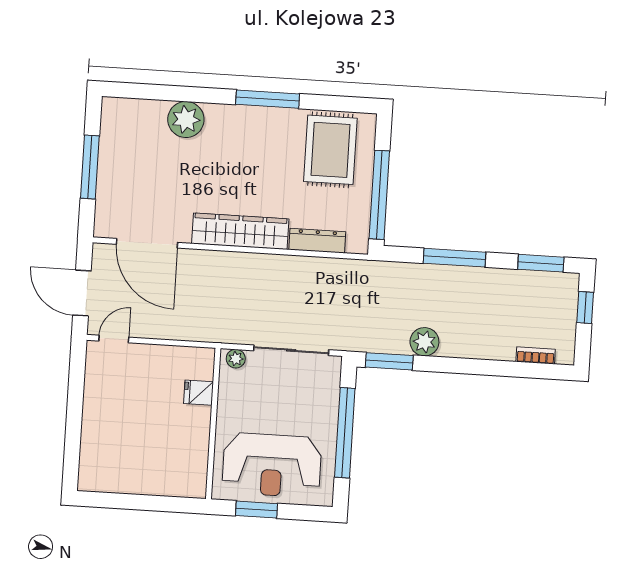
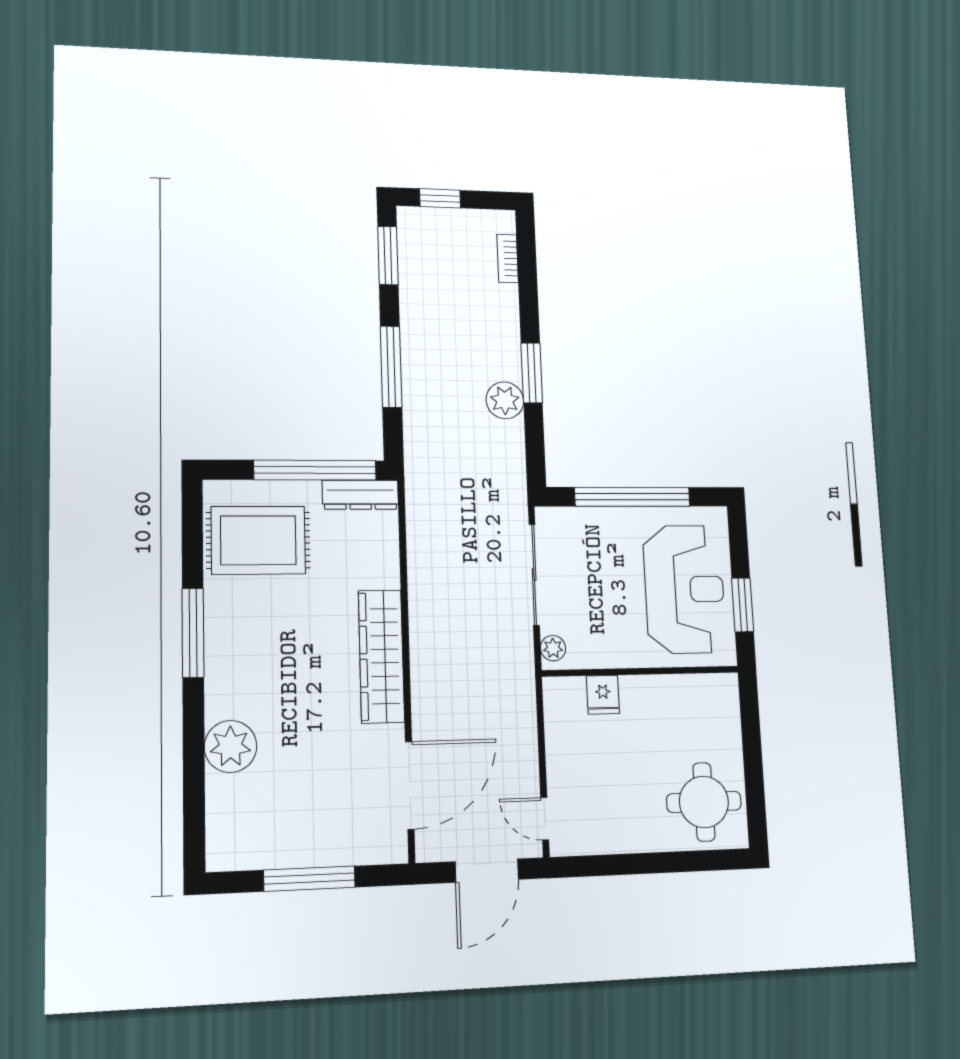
dresser: (317, 241) -> (360, 495), moved, turned -90
window: (389, 361) -> (532, 373), moved
round table: (114, 460) -> (704, 802), added

